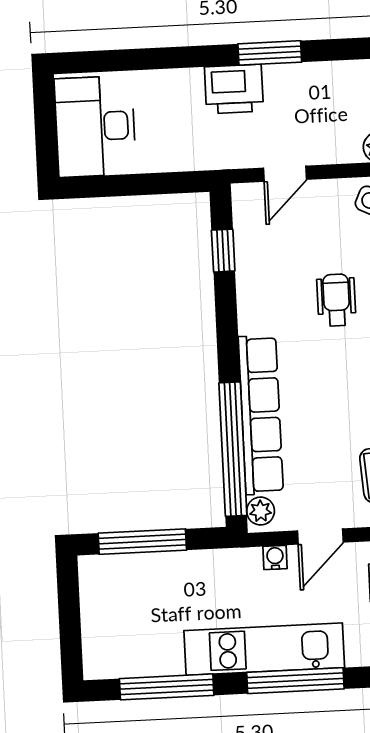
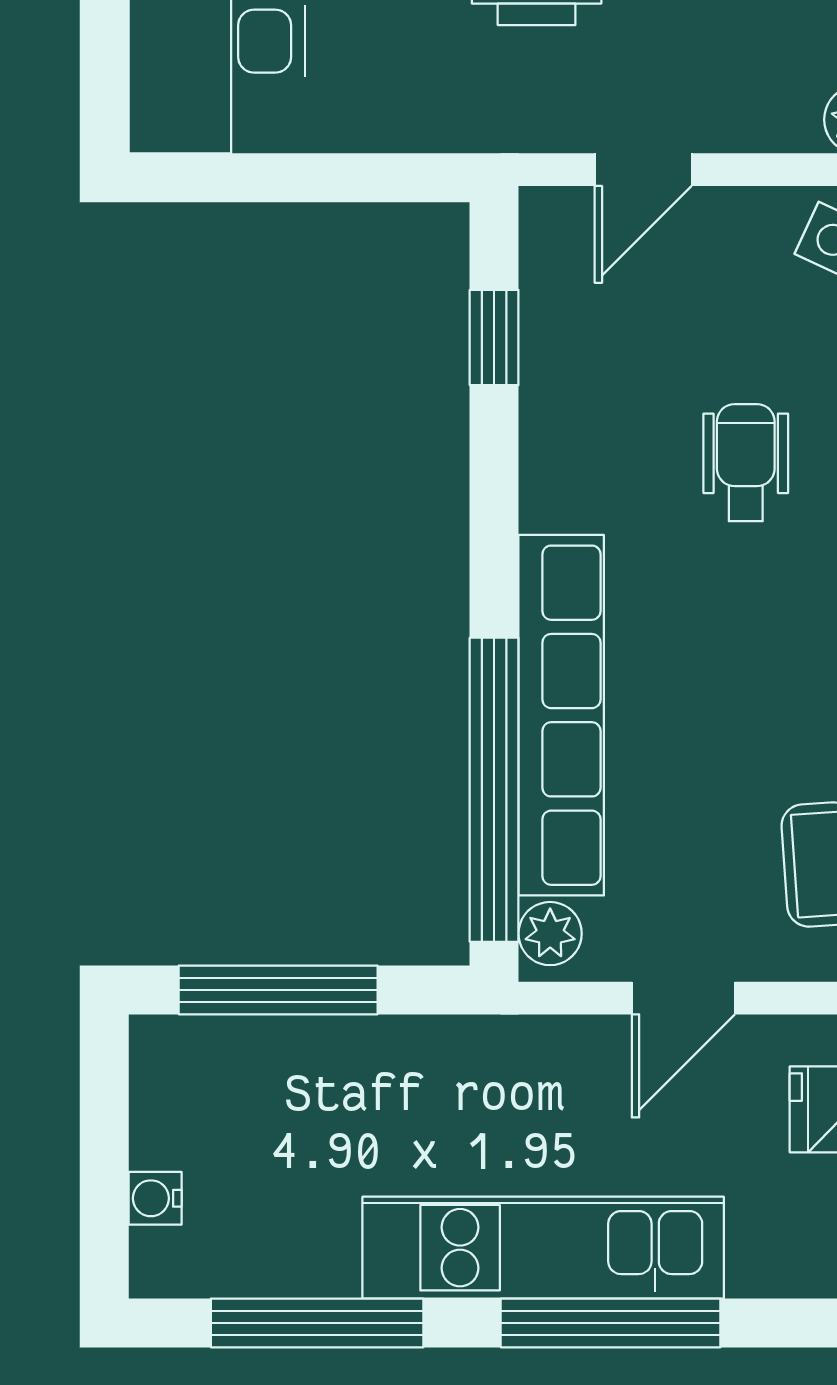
water cooler: (275, 557) -> (155, 1198), moved, turned -90

